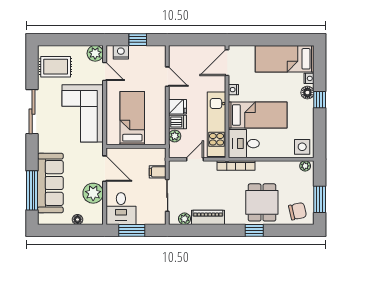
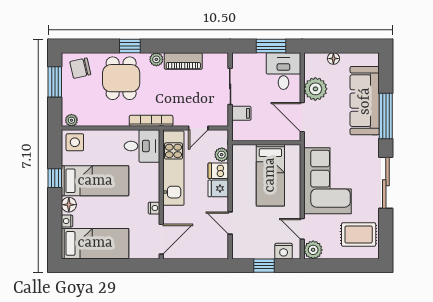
window: (320, 100) -> (55, 178), moved
bed: (258, 115) -> (95, 181), moved, turned 180
window: (32, 190) -> (386, 116), moved
plant: (185, 219) -> (156, 59), moved

